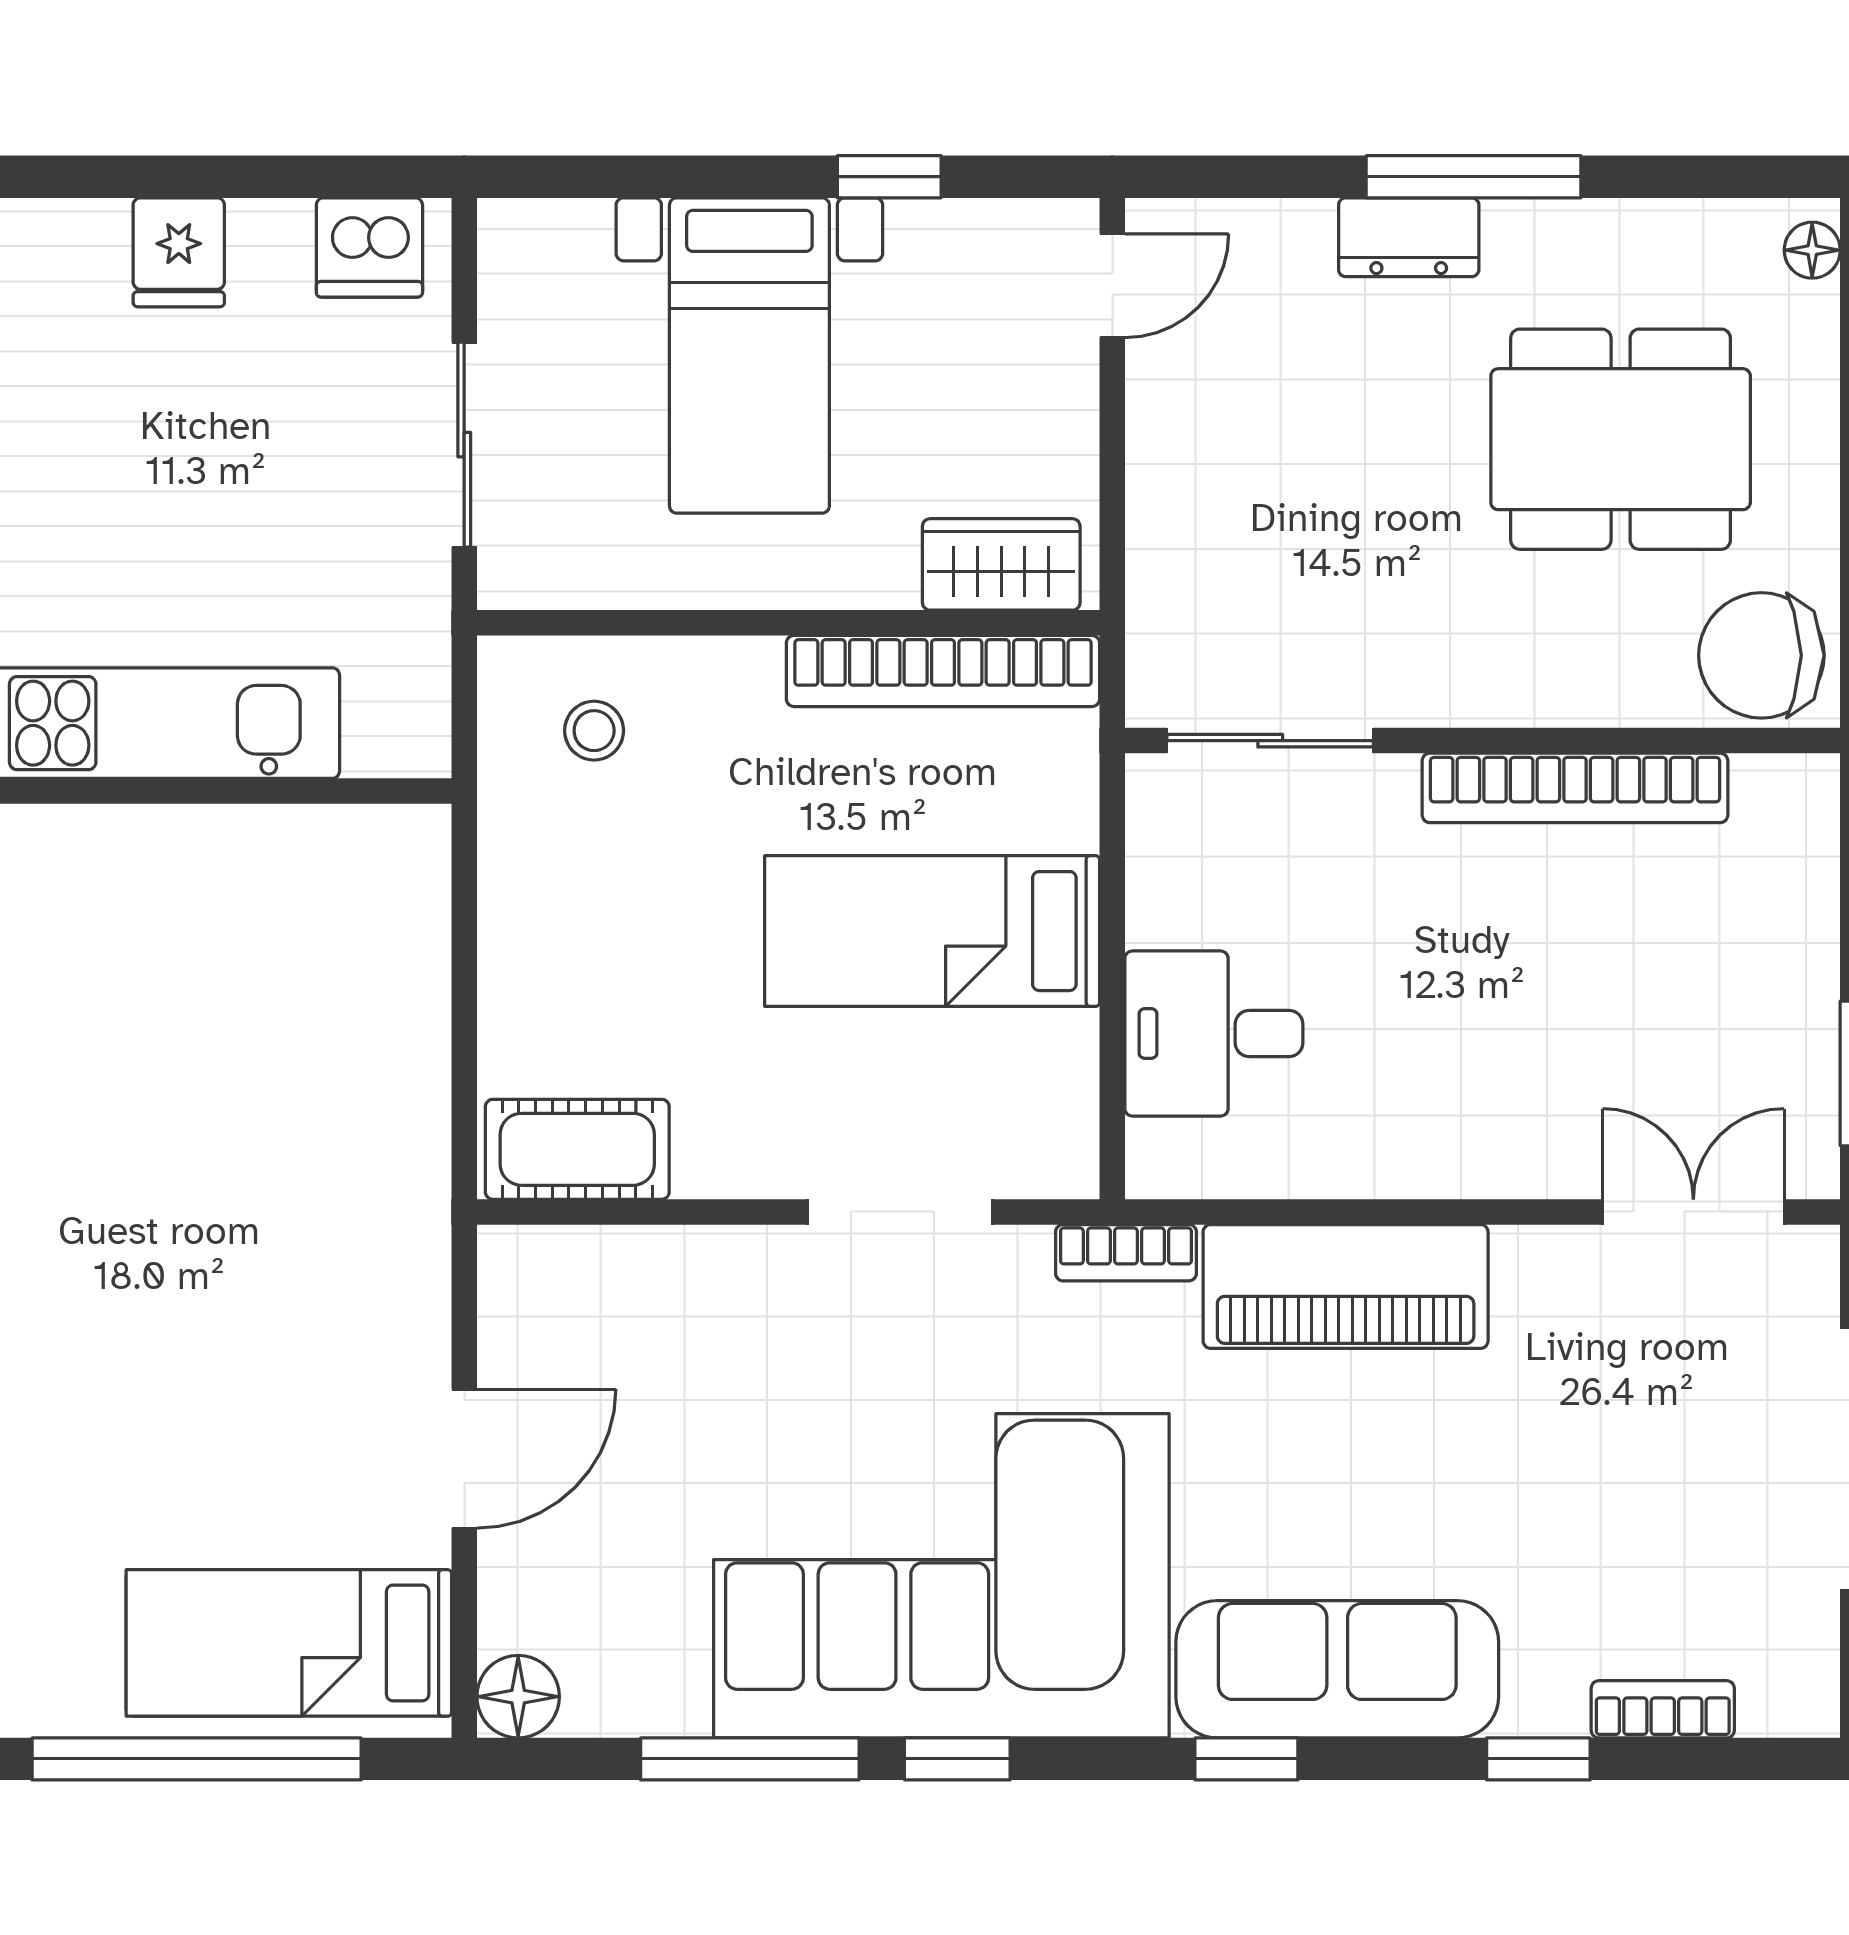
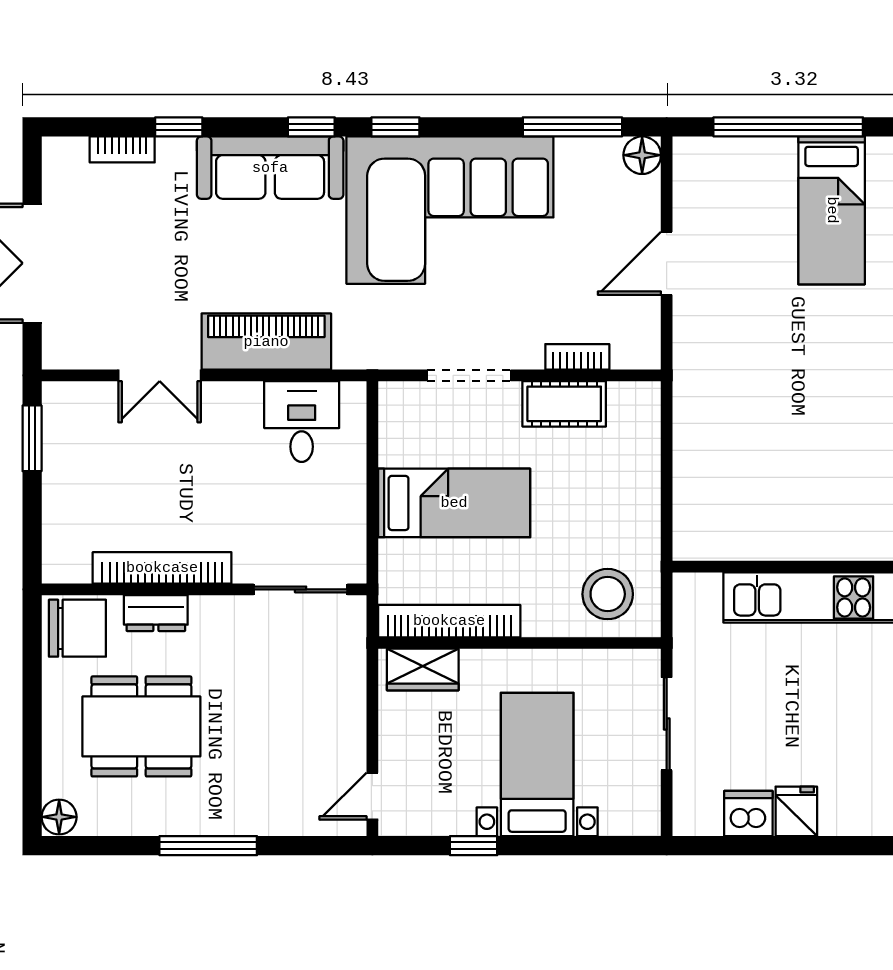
dresser: (1409, 237) -> (156, 613), moved, turned 180
dishwasher: (369, 247) -> (748, 813), moved
floor lamp: (1812, 250) -> (59, 817), width x1.37, depth x1.37
stool: (594, 731) -> (608, 594), width x1.89, depth x1.89
desk: (1214, 1033) -> (302, 422), moved, turned -90
cot: (577, 1149) -> (564, 404), moved
double door: (1693, 1212) -> (160, 375), moved
bookcase: (1126, 1253) -> (577, 357), moved
bed: (289, 1643) -> (832, 210), moved, turned 90
window: (750, 1759) -> (572, 127), moved
window: (957, 1759) -> (395, 127), moved

